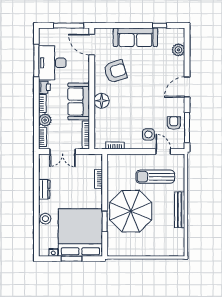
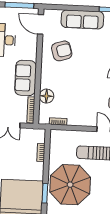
floor lamp: (102, 101) -> (47, 96), moved
side table: (148, 134) -> (90, 112), removed

